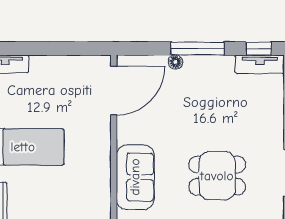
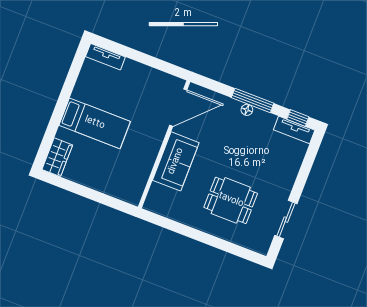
floor lamp: (175, 62) -> (247, 110), moved
sofa: (135, 177) -> (176, 161), moved

